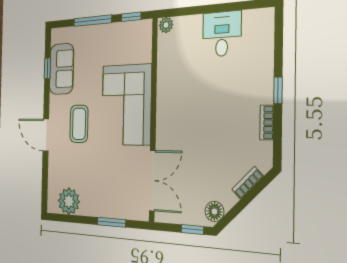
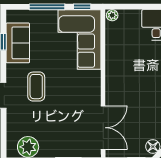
corner sofa: (126, 105) -> (79, 40), moved

